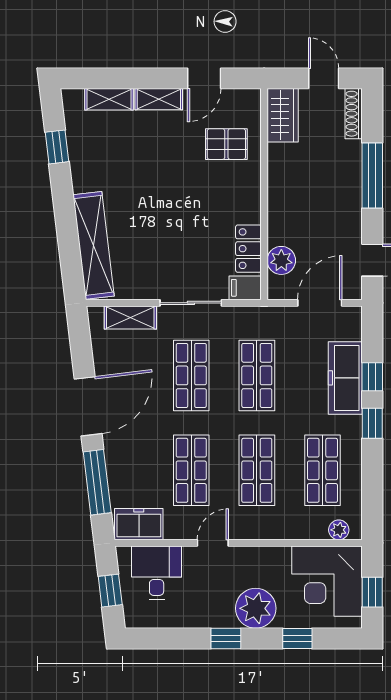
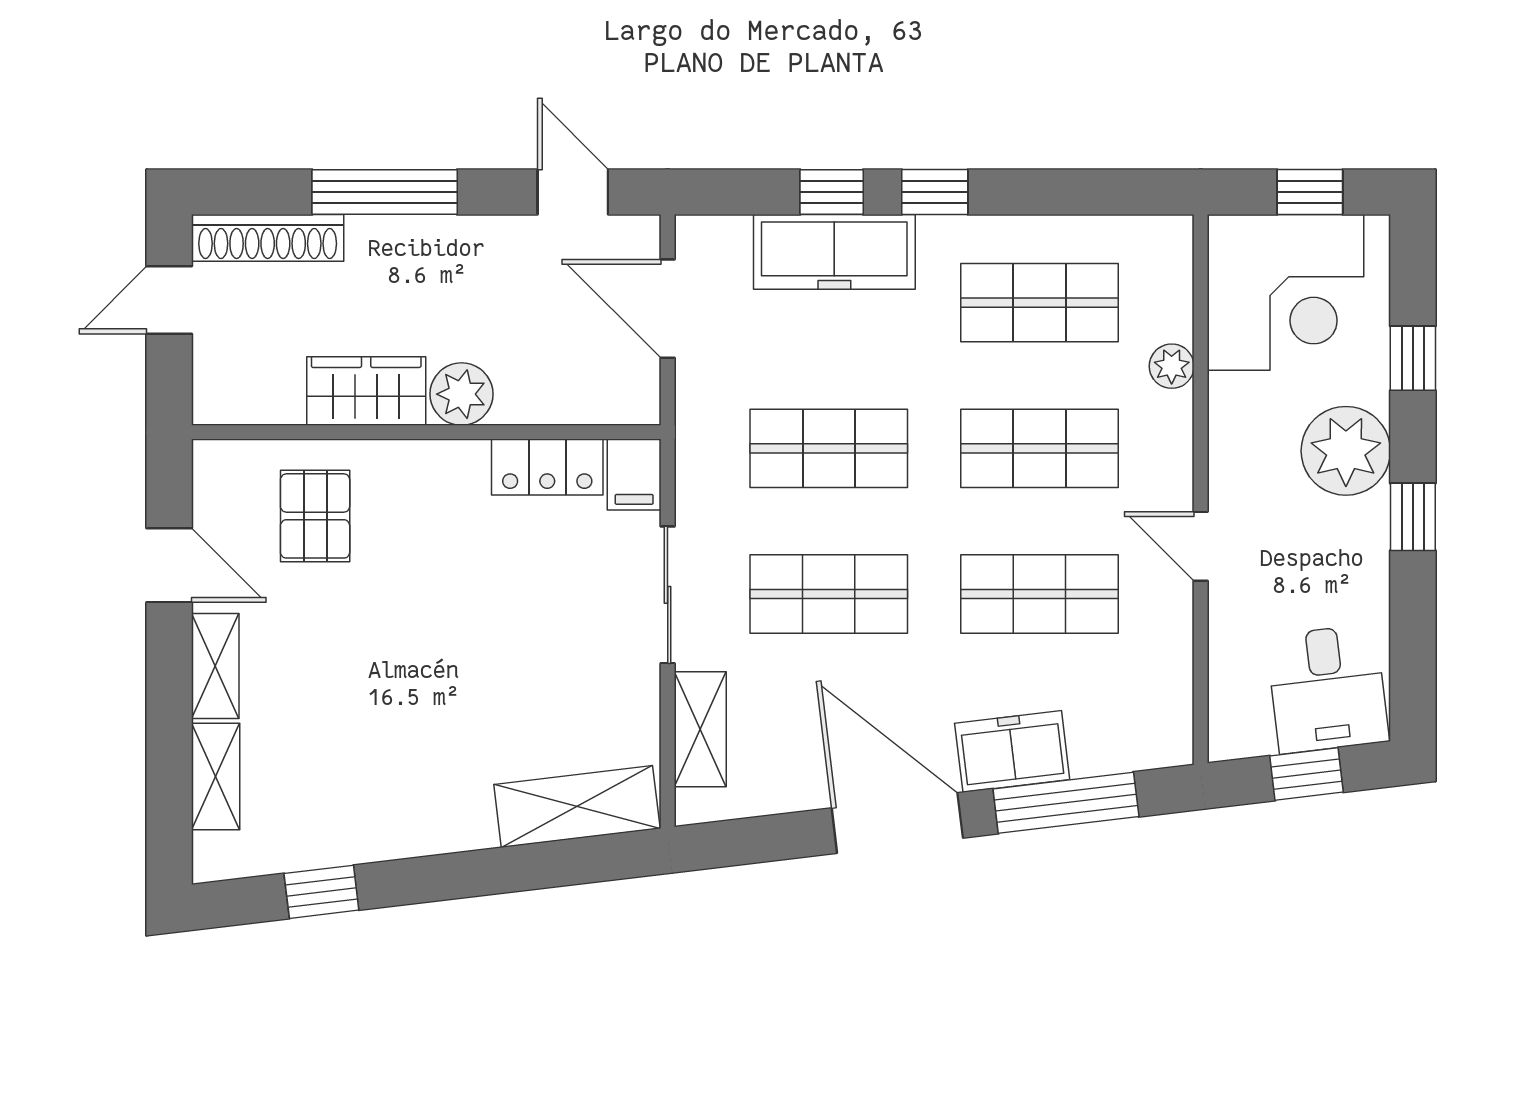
shoe rack: (354, 114) -> (268, 238), width x1.36, depth x1.24
wardrobe: (283, 115) -> (366, 391), moved
shelving: (94, 245) -> (577, 807), width x0.68
plant: (281, 260) -> (461, 394), moved
freezer: (139, 524) -> (1012, 751), moved, turned 83
plant: (339, 530) -> (1172, 366), moved
desk: (157, 573) -> (1327, 689), moved, turned -97

